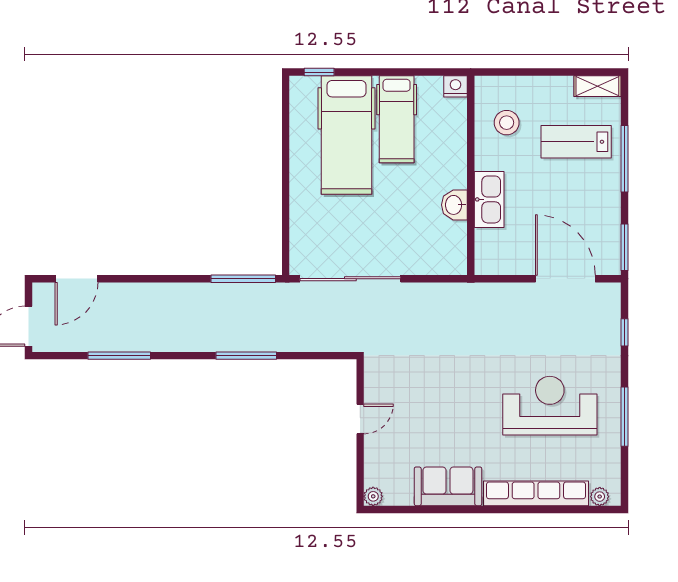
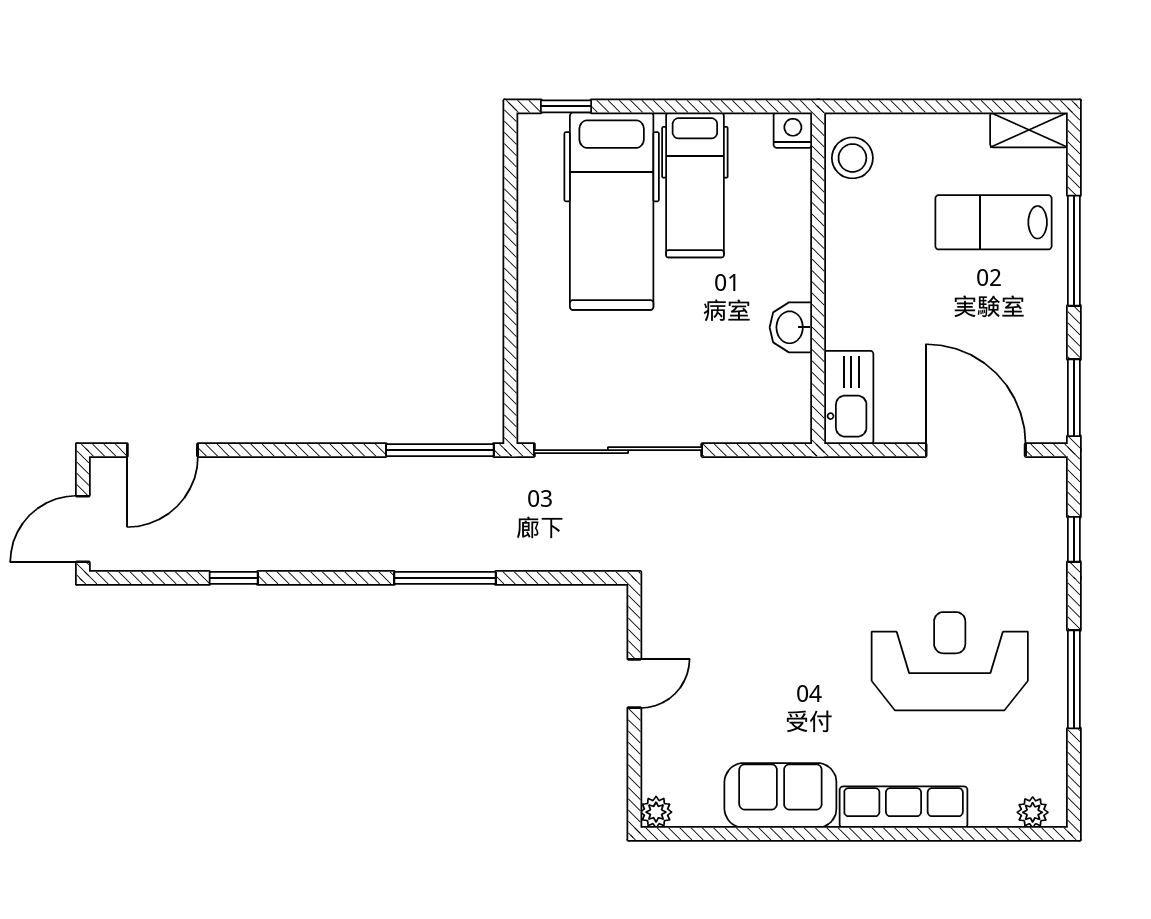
stool: (507, 123) -> (852, 158), moved
kitchen sink: (489, 199) -> (849, 397), moved
window: (119, 356) -> (234, 578), width x0.46
row of seats: (536, 493) -> (904, 807), width x0.73

